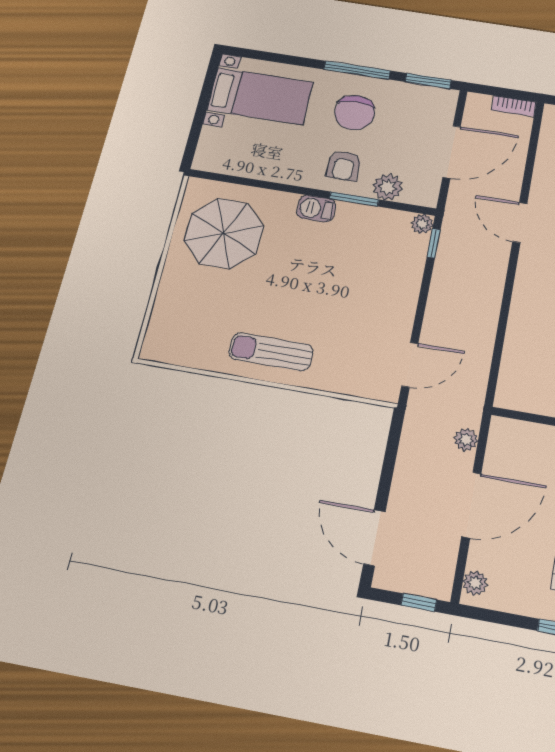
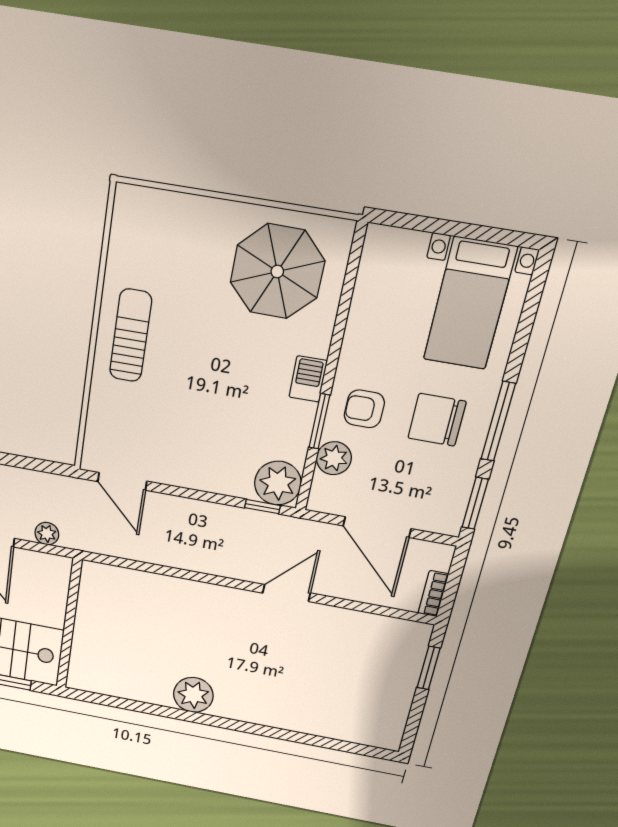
plant: (422, 224) -> (278, 483), width x1.88, depth x1.88

